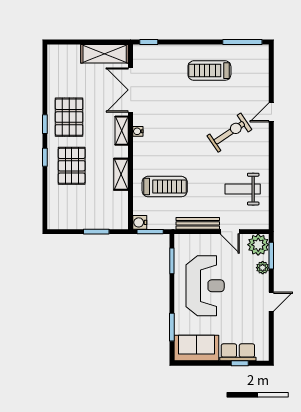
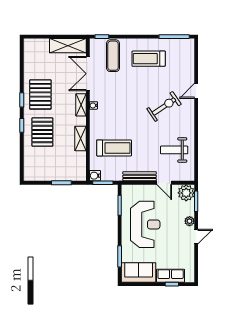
exercise mat: (163, 67) -> (113, 56), added
plant: (263, 268) -> (189, 221), moved

